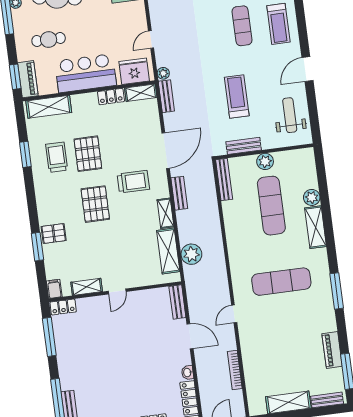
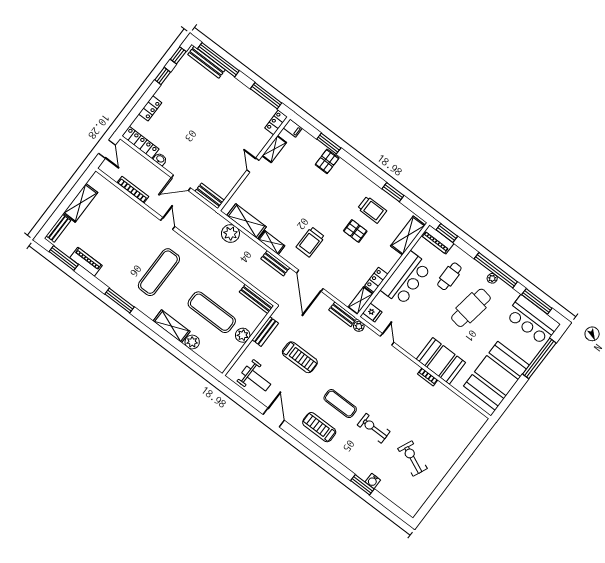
fridge: (134, 71) -> (372, 312), width x0.53, depth x0.75
pallet: (88, 154) -> (355, 231), width x0.67, depth x0.71
pallet: (95, 204) -> (320, 205), removed

